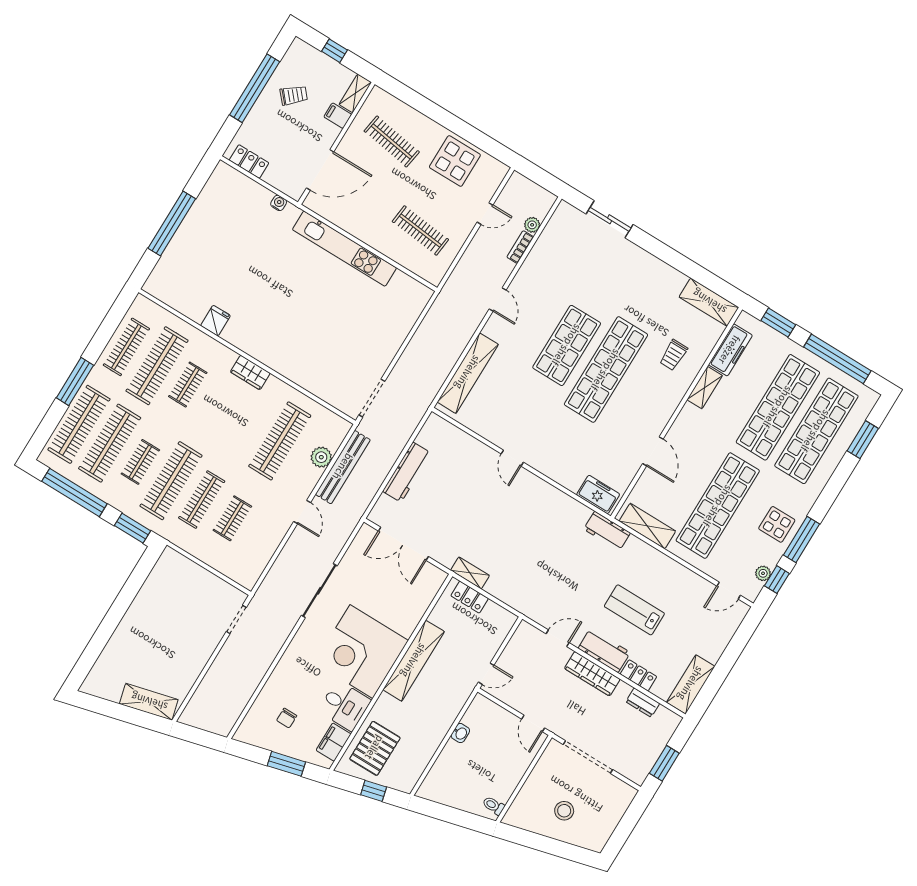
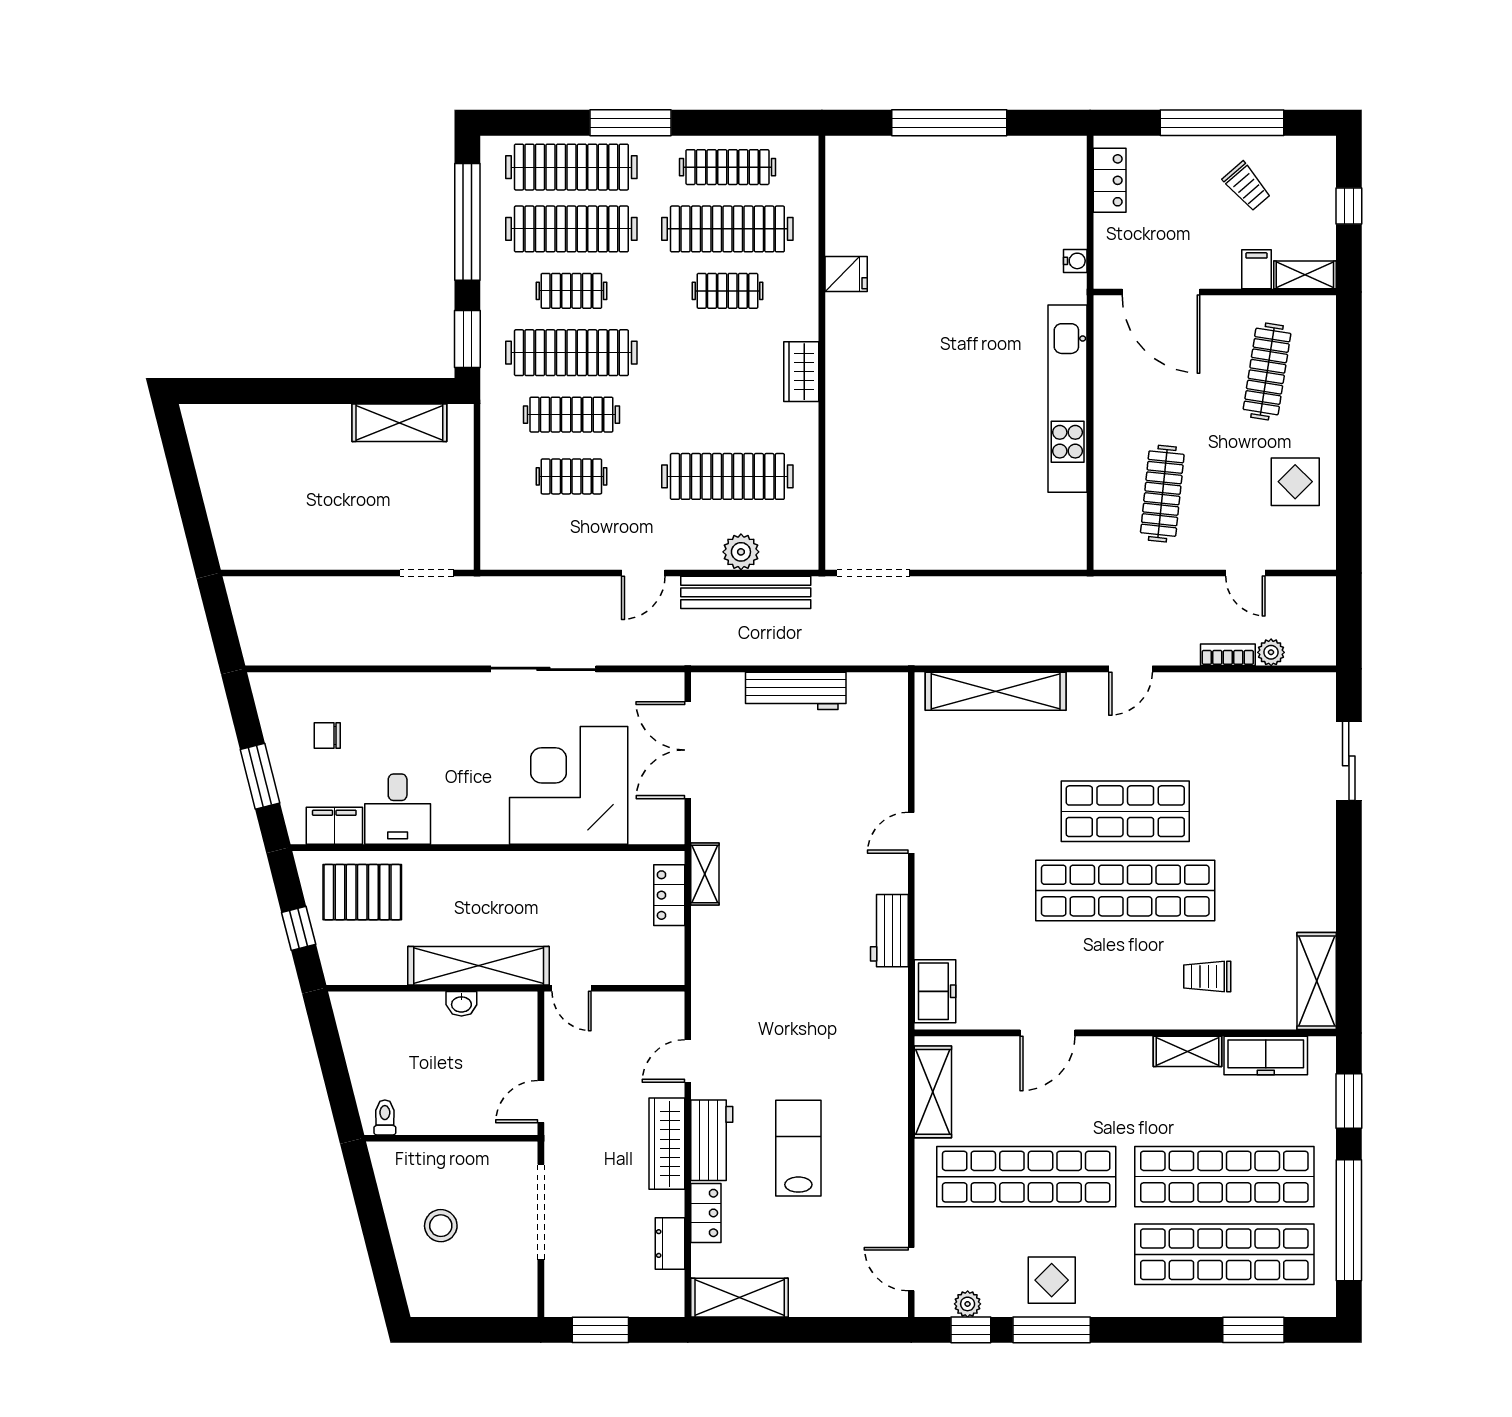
display table: (455, 161) -> (1295, 482), width x0.73, depth x0.73
workbench: (607, 531) -> (889, 931), moved
door: (558, 638) -> (688, 1061), swing flipped
corner desk: (361, 652) -> (569, 785), moved
shelving: (414, 661) -> (479, 966), moved
shelving: (149, 702) -> (399, 423), moved, turned -76

